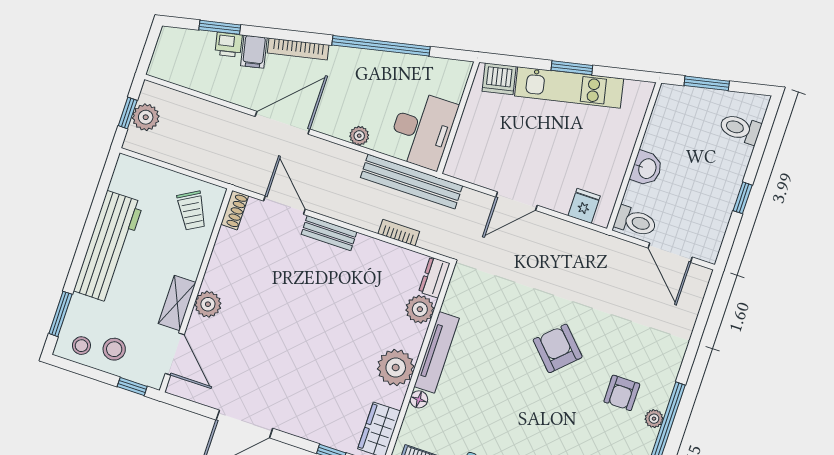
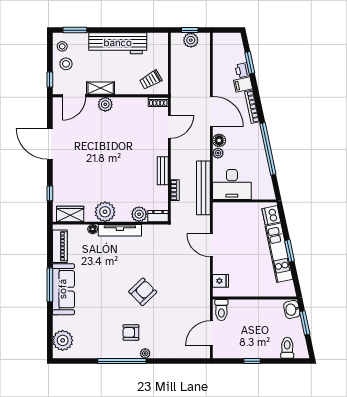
floor lamp: (338, 126) -> (219, 140), added
washbasin: (647, 168) -> (292, 309), moved, turned 78
bench: (329, 233) -> (163, 171), moved
plant: (654, 419) -> (145, 353), moved

